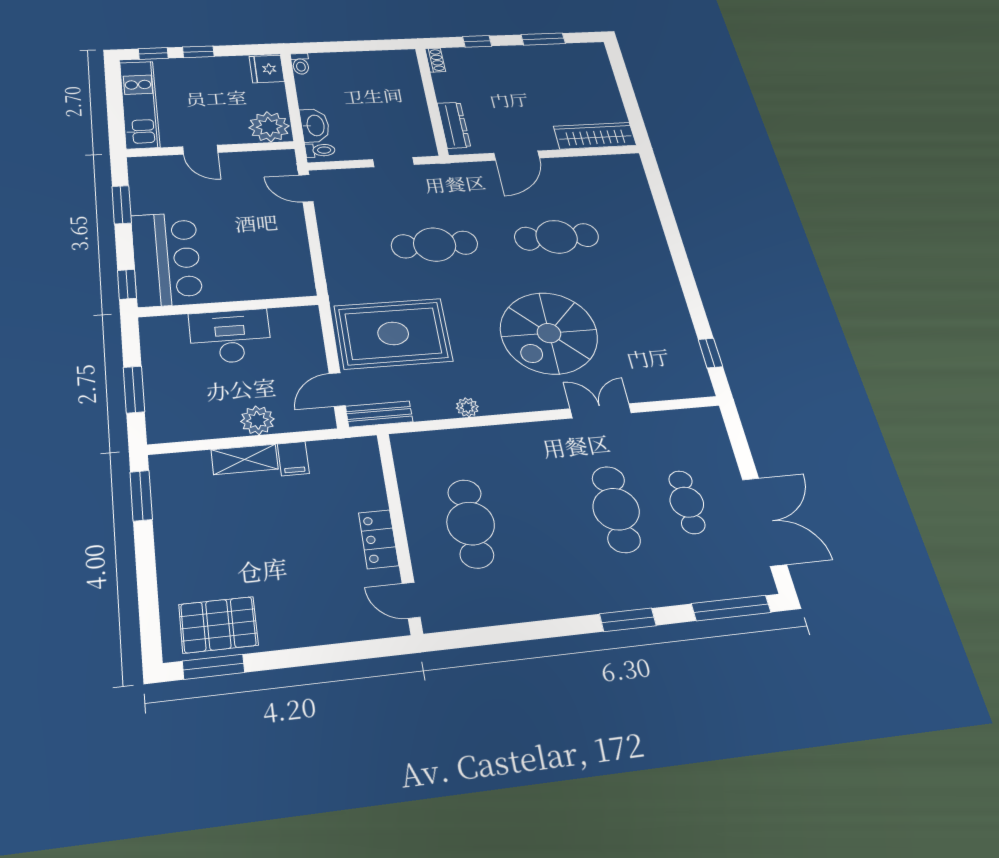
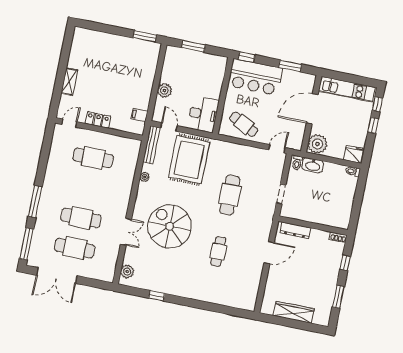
wardrobe: (595, 136) -> (294, 312), moved, turned -90
door: (200, 150) -> (312, 109), width x1.88
door: (517, 156) -> (269, 253), swing flipped
cafe table: (557, 237) -> (218, 251), width x0.73, depth x0.74
cafe table: (277, 255) -> (244, 124), added
desk: (230, 336) -> (203, 114), moved
window: (710, 353) -> (157, 296), moved
plant: (681, 386) -> (127, 272), added
bench: (379, 414) -> (151, 145), width x1.36
shelving: (245, 459) -> (69, 81), moved
filing cabinet: (293, 459) -> (139, 115), moved
cafe table: (687, 502) -> (75, 248), width x1.37, depth x1.35
window: (628, 620) -> (35, 202), width x1.44
pallet: (218, 625) -> (83, 50), removed
window: (213, 667) -> (67, 43), removed

